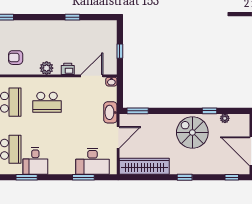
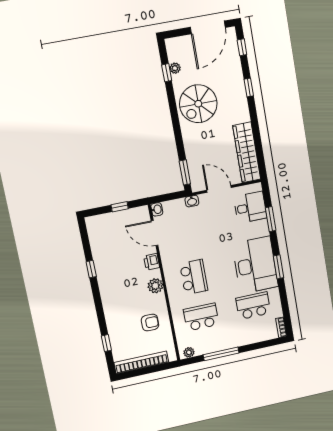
armchair: (16, 58) -> (150, 323), turned -90
window: (210, 111) -> (167, 73), moved
washbasin: (110, 112) -> (192, 201), width x0.52, depth x0.69
desk: (35, 161) -> (255, 265), width x1.87, depth x1.30
desk: (92, 161) -> (250, 207), width x0.73
window: (27, 177) -> (279, 267), moved
window: (185, 177) -> (249, 88), moved

